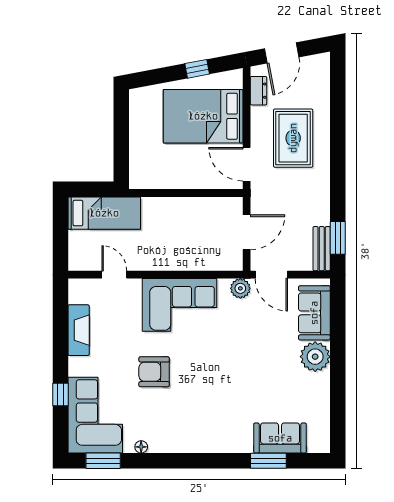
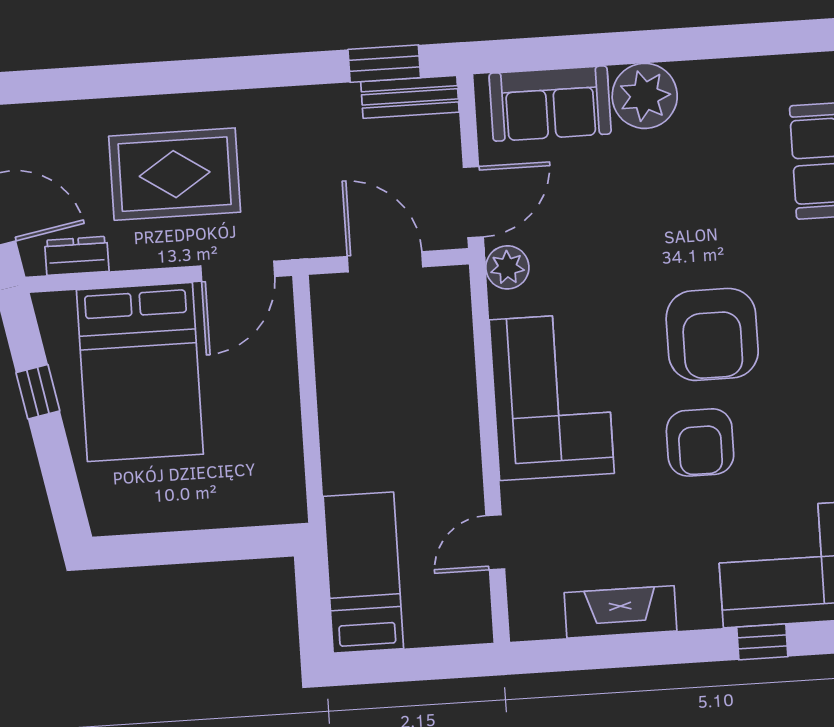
armchair: (203, 381) -> (712, 334), added

